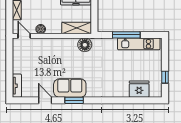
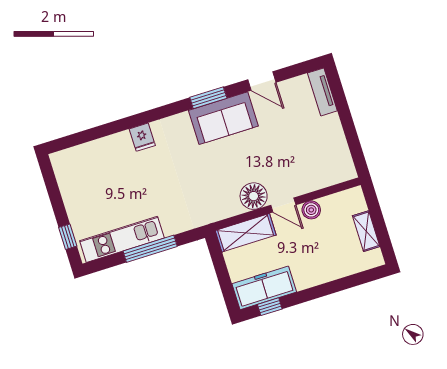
door: (24, 36) -> (283, 205), moved
floor lamp: (85, 45) -> (254, 196), moved
window: (165, 77) -> (68, 237), moved
fridge: (139, 89) -> (142, 137), moved, width x0.53, depth x0.75

